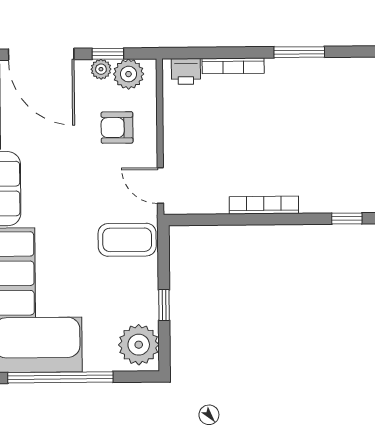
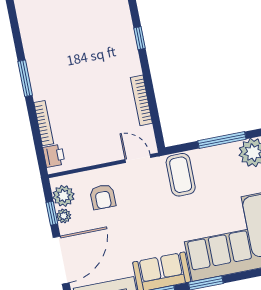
door: (160, 186) -> (138, 159), swing flipped
bookcase: (264, 205) -> (141, 100), moved
window: (347, 219) -> (139, 38), moved
window: (164, 305) -> (222, 140), width x2.17

